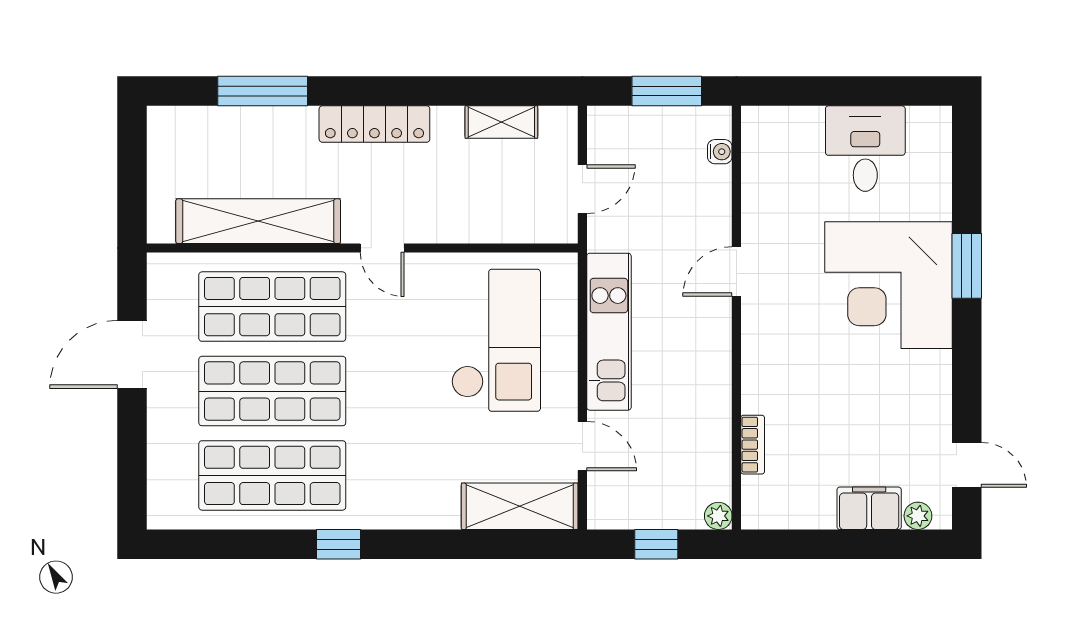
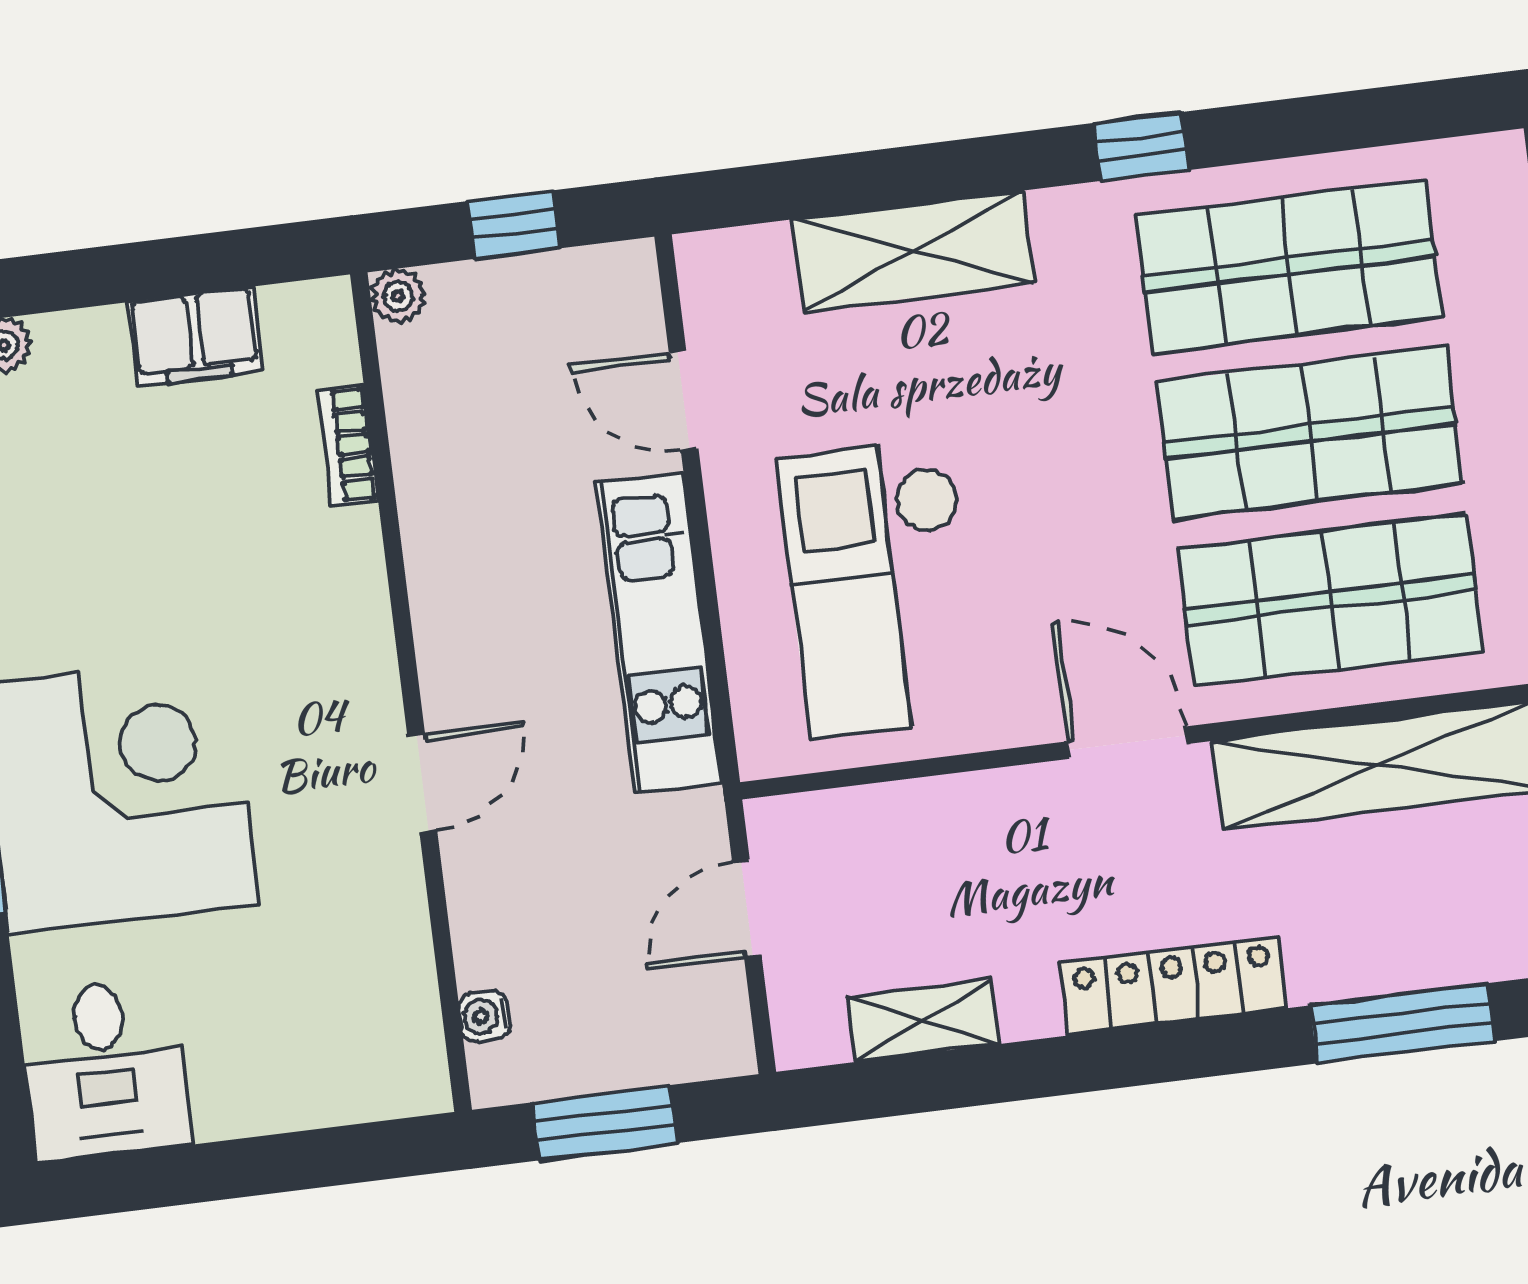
desk: (865, 149) -> (105, 1069), moved
door: (382, 248) -> (1128, 743), width x1.37
shelving: (520, 506) -> (914, 251), moved
filing cabinet: (869, 508) -> (195, 337), moved

